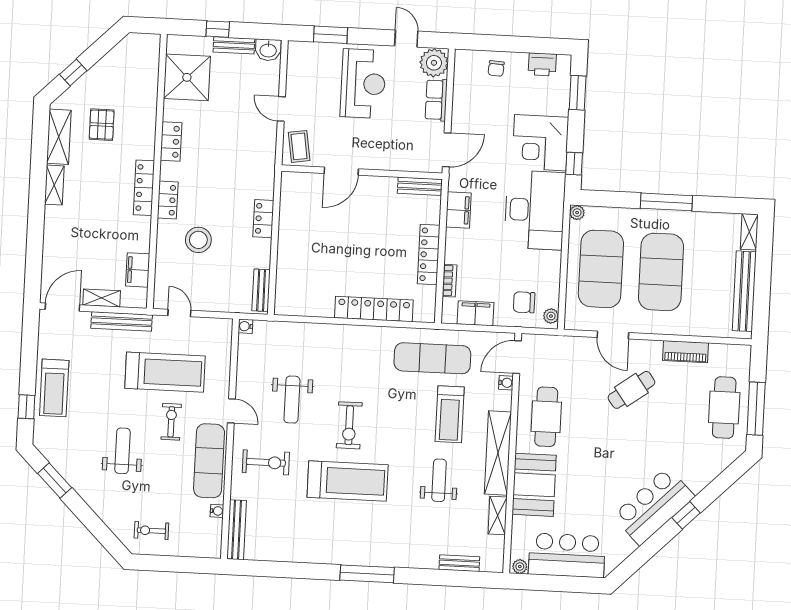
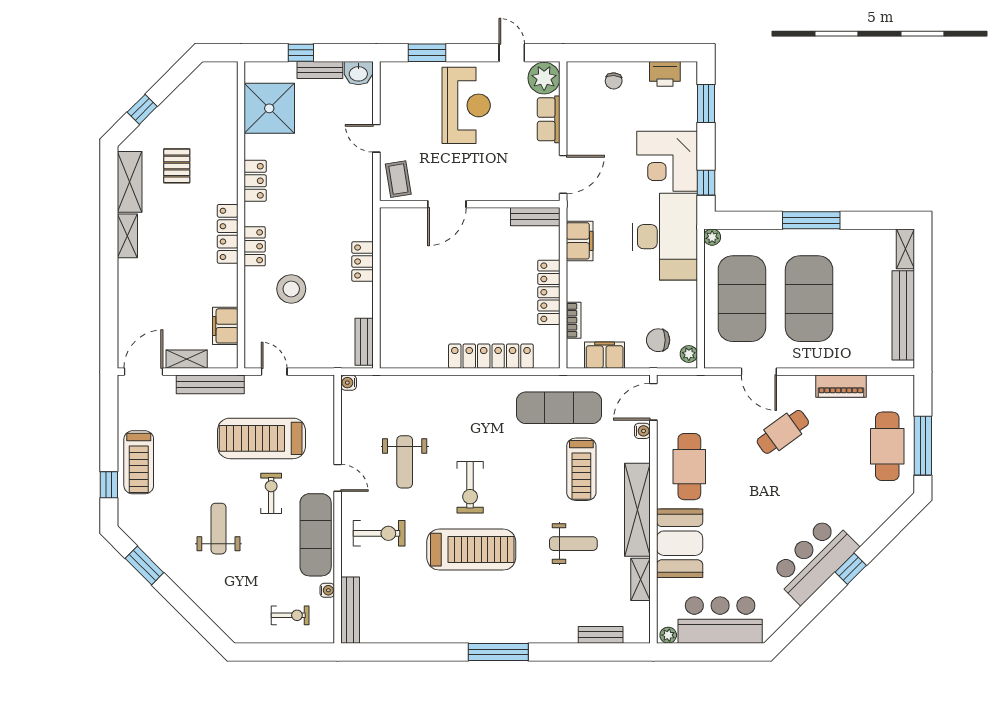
treadmill: (165, 372) -> (261, 438), turned 180
weight bench: (439, 480) -> (573, 544), turned 90
exercise bike: (151, 531) -> (290, 615), moved, turned 180

